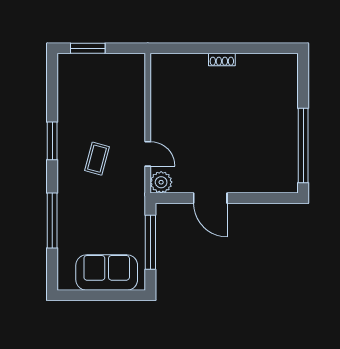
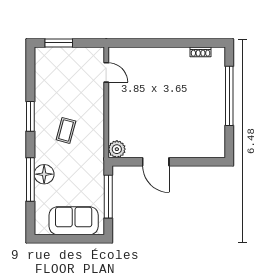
shoe rack: (222, 60) -> (201, 52), moved
window: (303, 145) -> (229, 96), moved
door: (148, 154) -> (106, 72), moved
floor lamp: (69, 214) -> (44, 174), added

